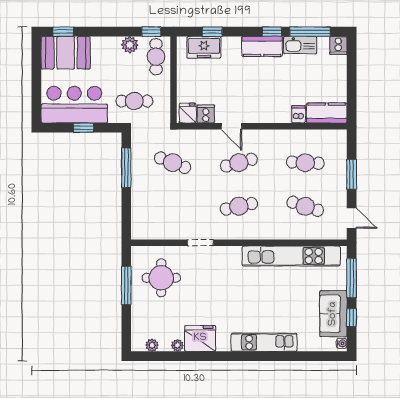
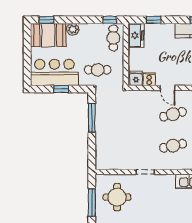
plant: (130, 45) -> (73, 29), moved
freezer: (204, 47) -> (136, 35), moved, turned -90
cafe table: (173, 163) -> (125, 114), removed

